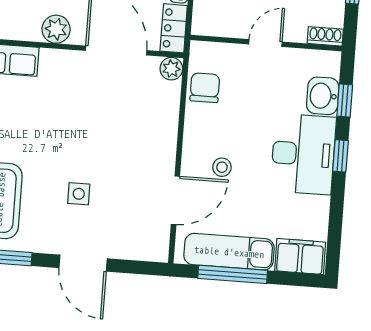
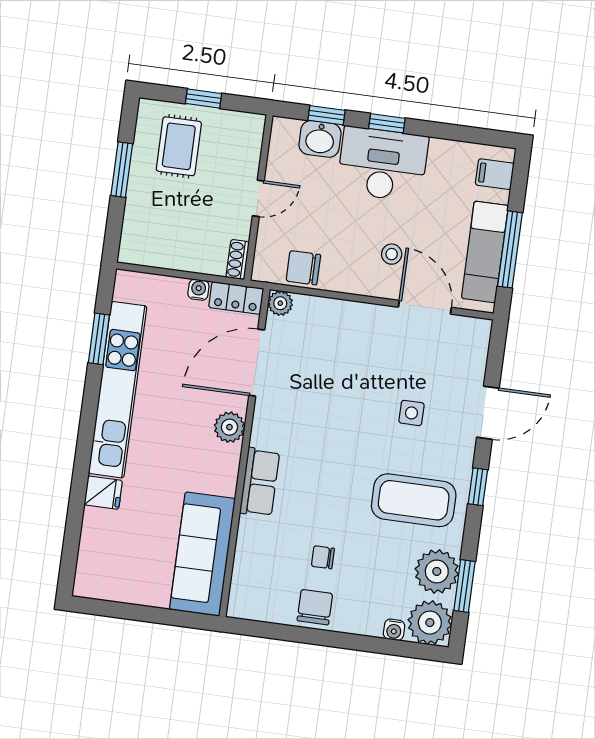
shoe rack: (325, 36) -> (238, 260), moved
door: (265, 43) -> (258, 198), swing flipped
filing cabinet: (300, 256) -> (495, 174), width x0.50

